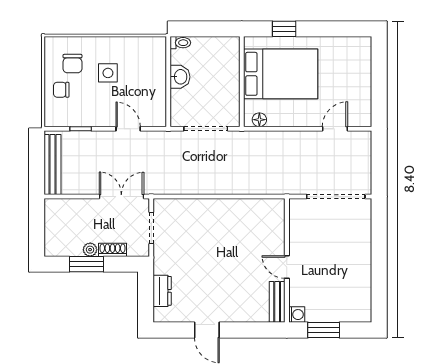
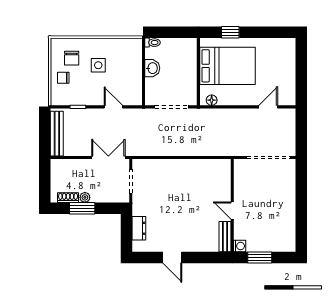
shoe rack: (112, 250) -> (68, 198), moved

